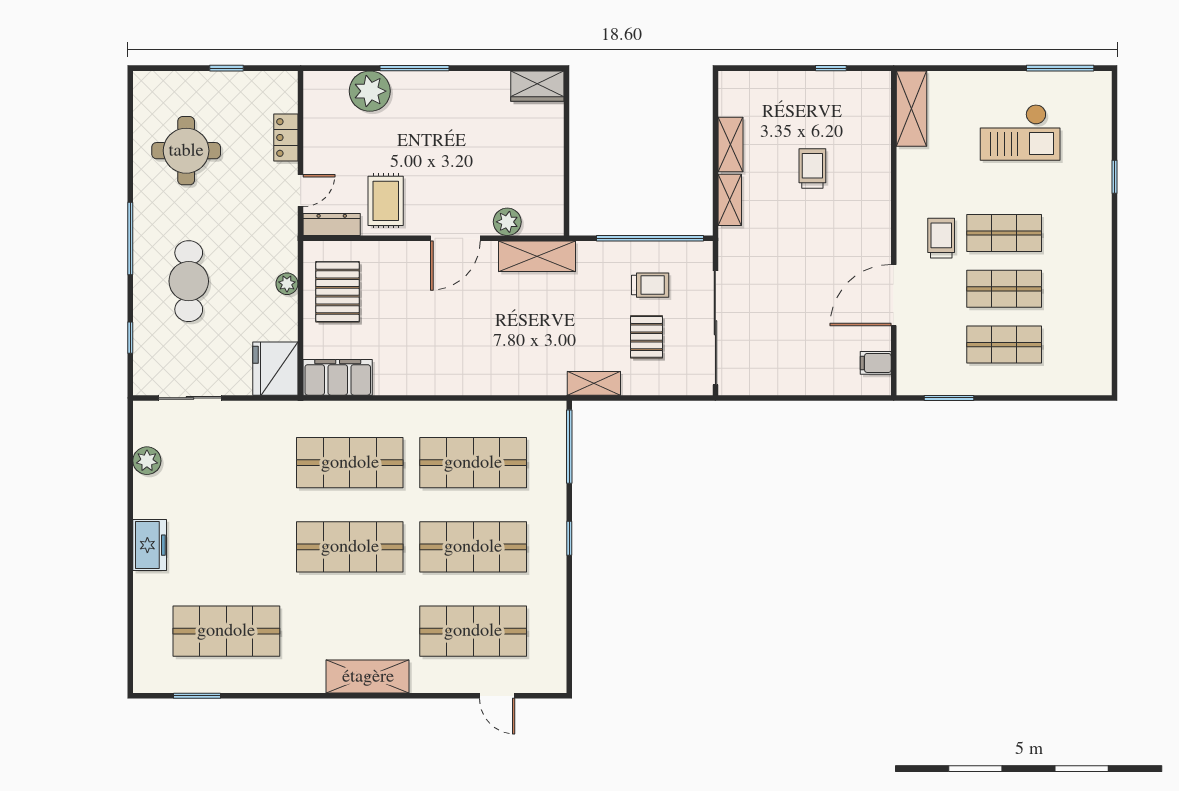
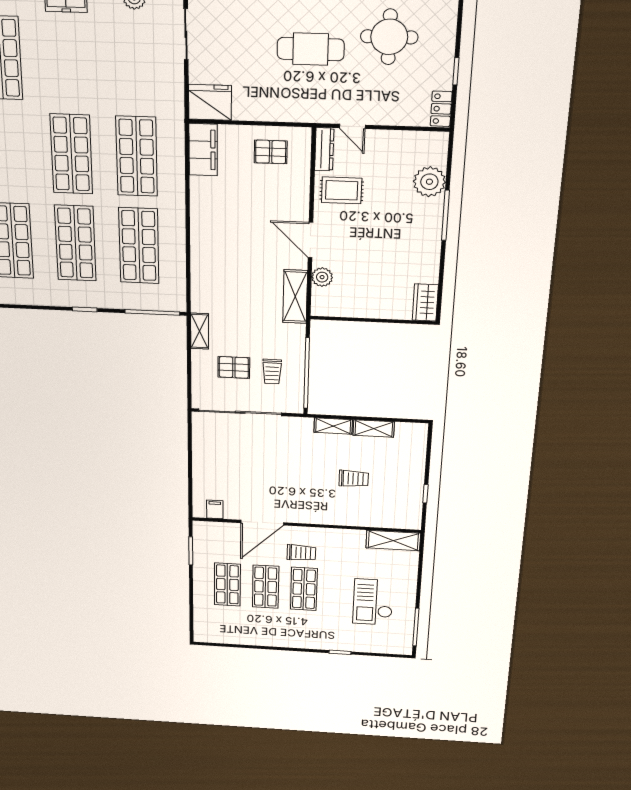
locker: (286, 137) -> (441, 109), moved, turned -90
cafe table: (189, 281) -> (311, 49), moved
plant: (287, 284) -> (278, 114), removed
pallet: (338, 292) -> (271, 152), width x0.67, depth x0.71
door: (894, 295) -> (262, 523), swing flipped

